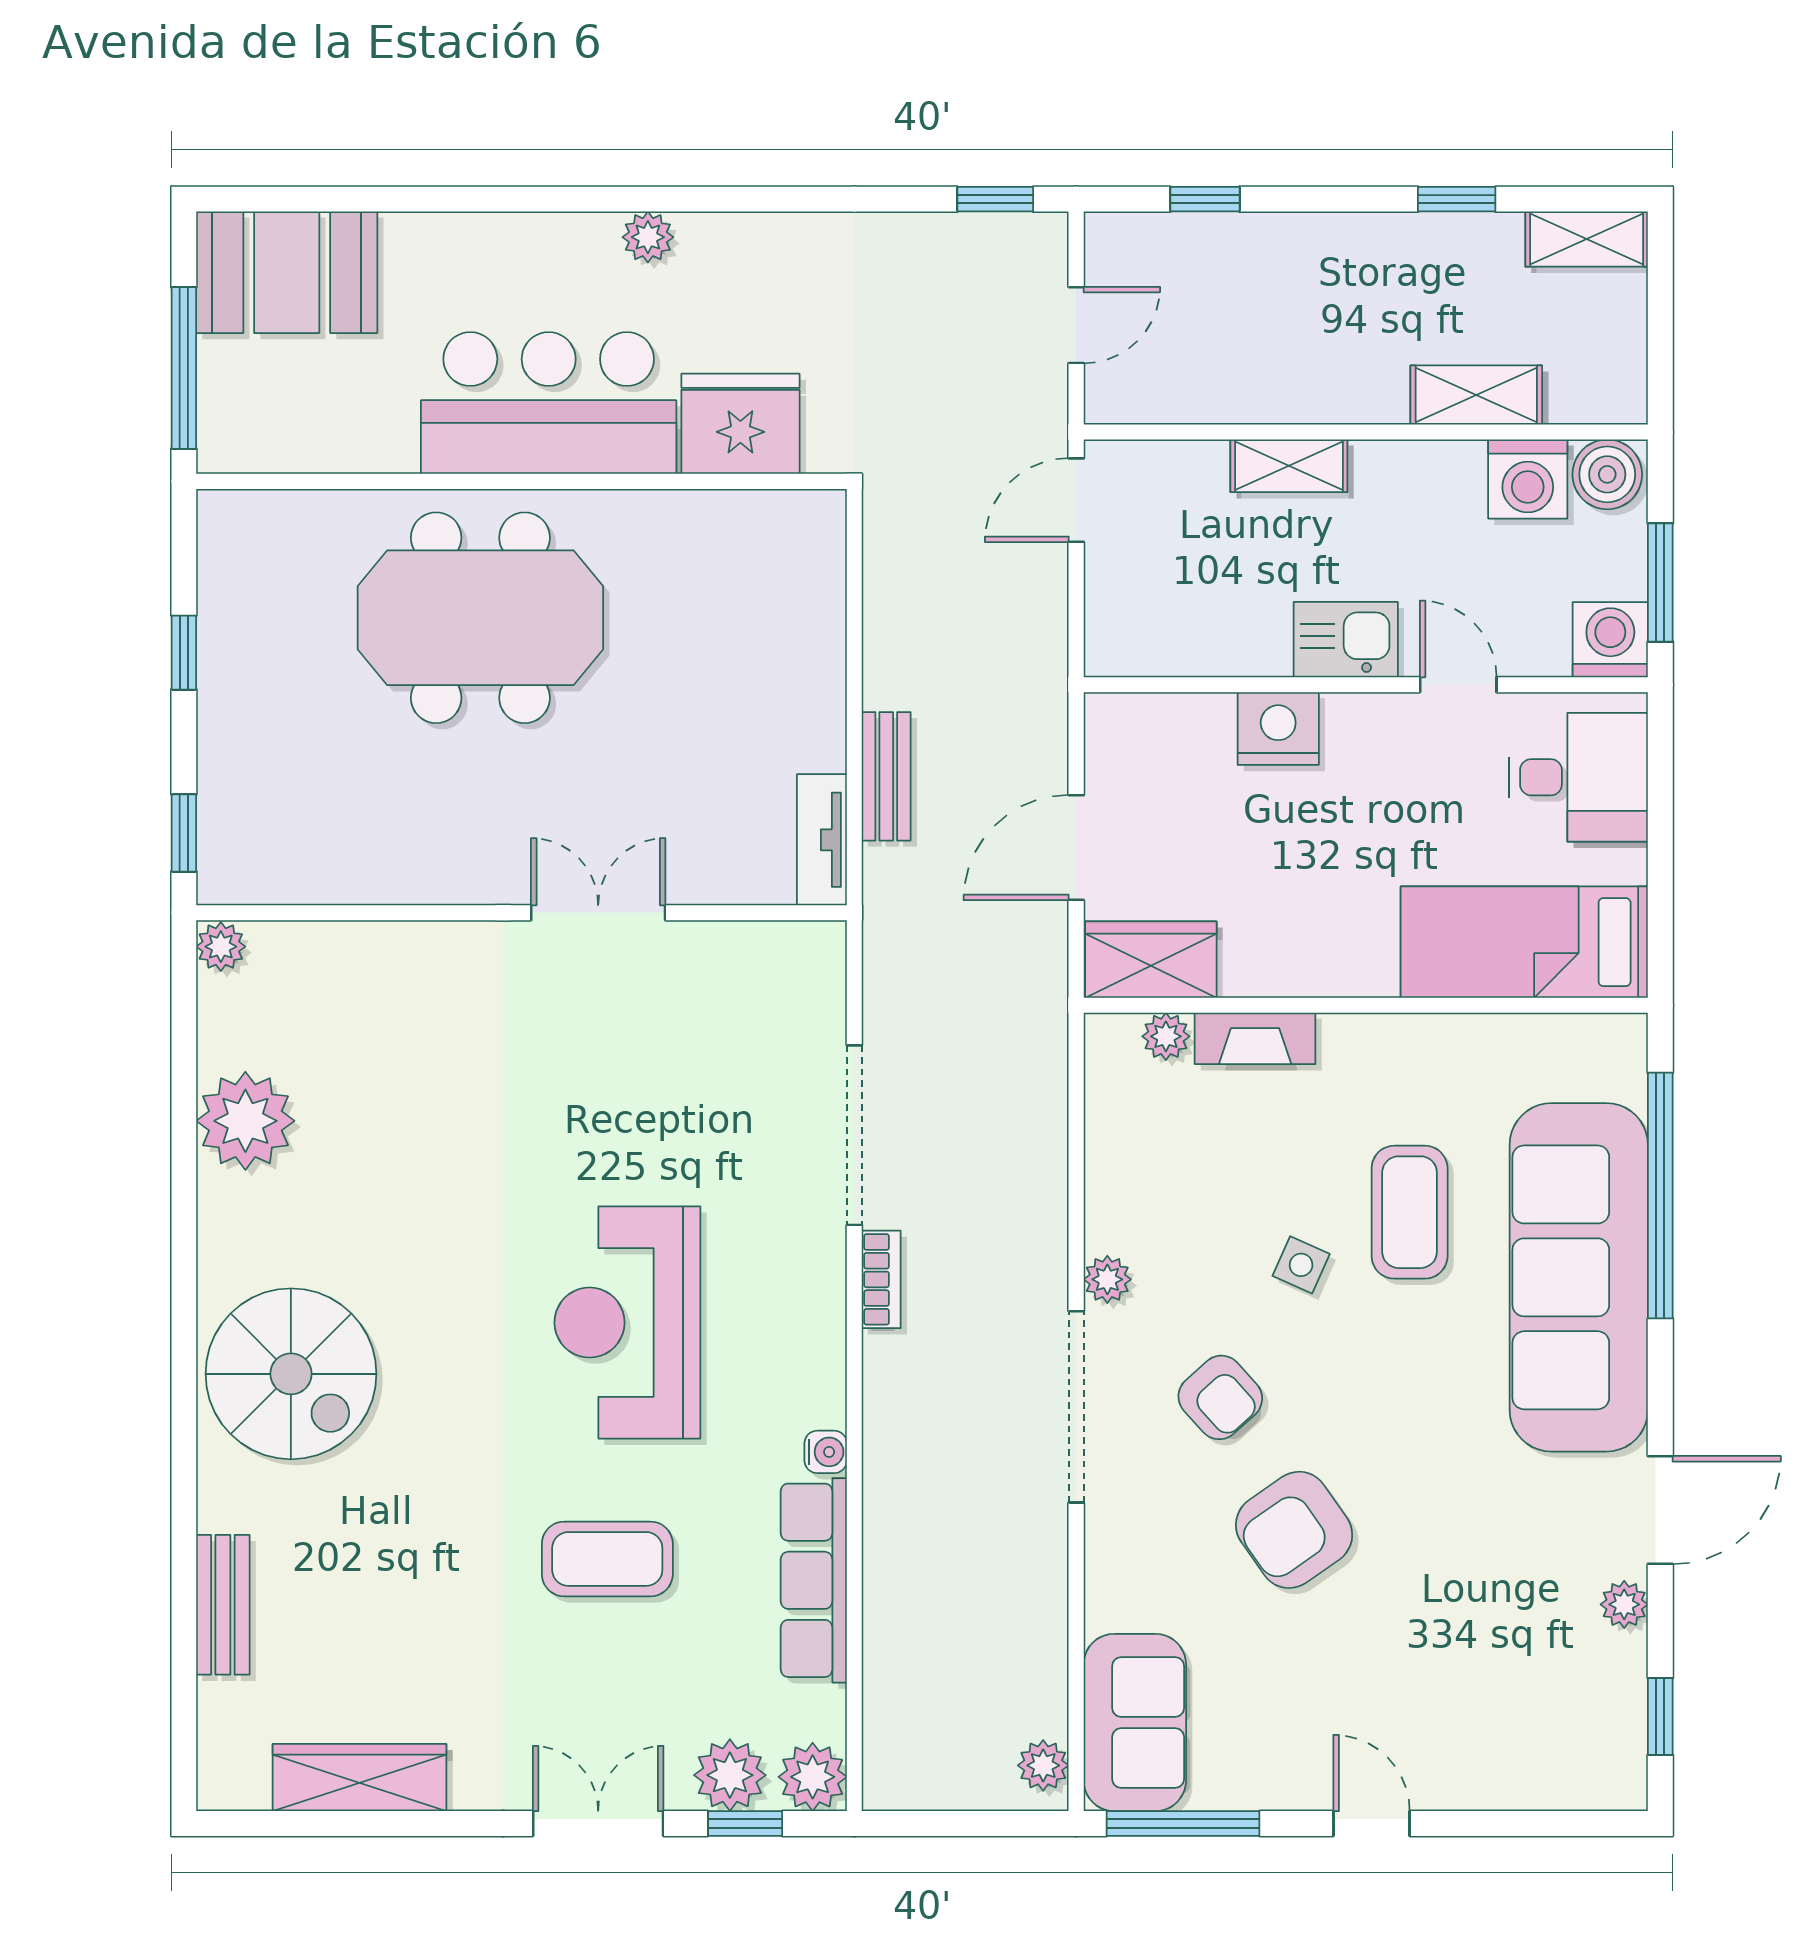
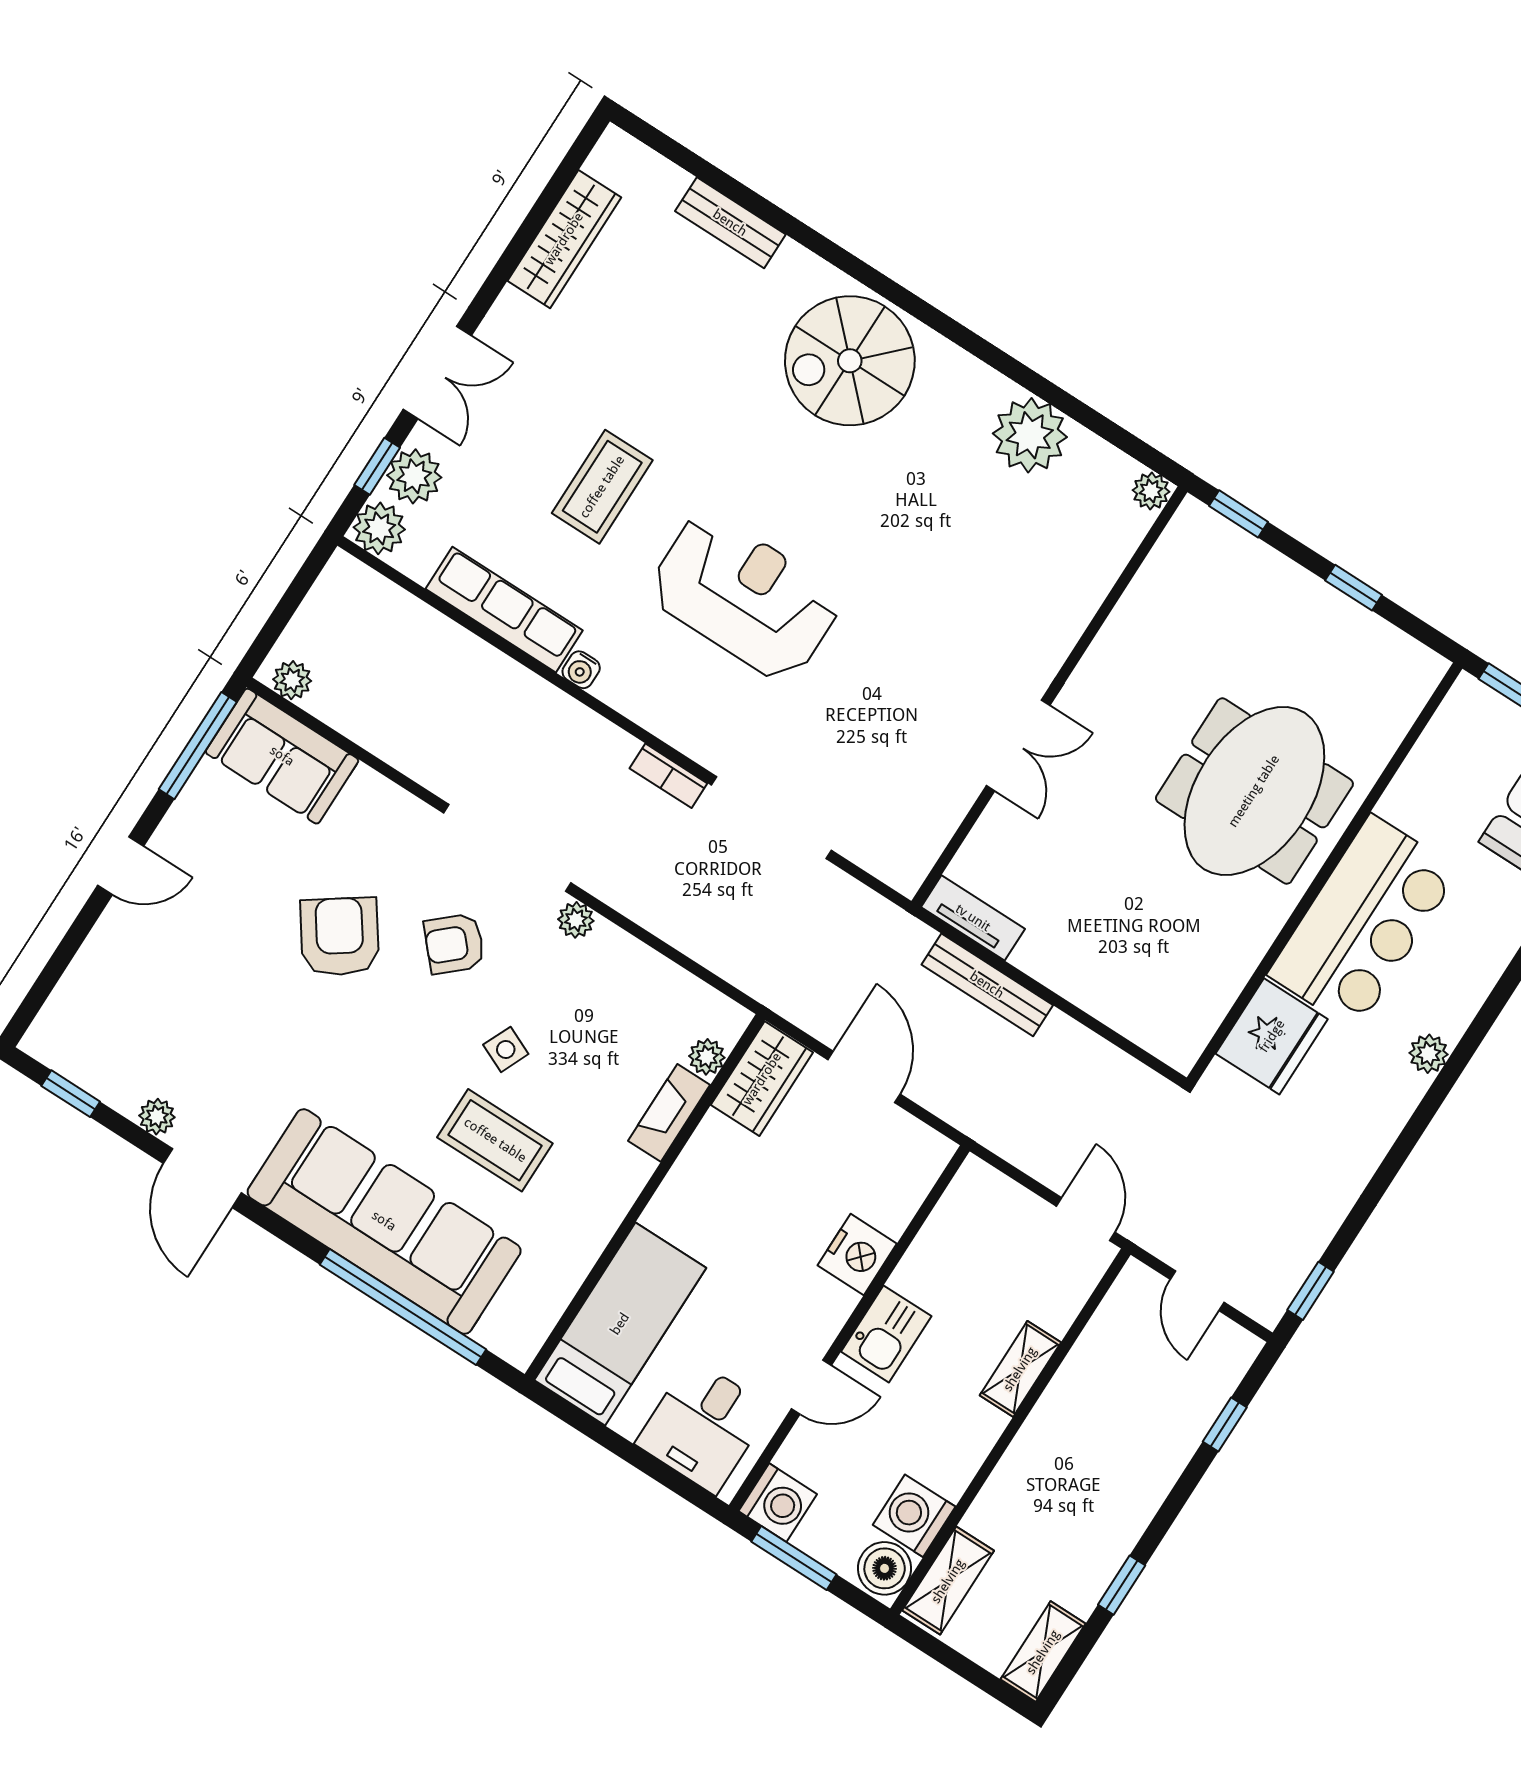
shelving: (1476, 395) -> (948, 1581), moved
bench: (886, 776) -> (987, 985), width x1.36

